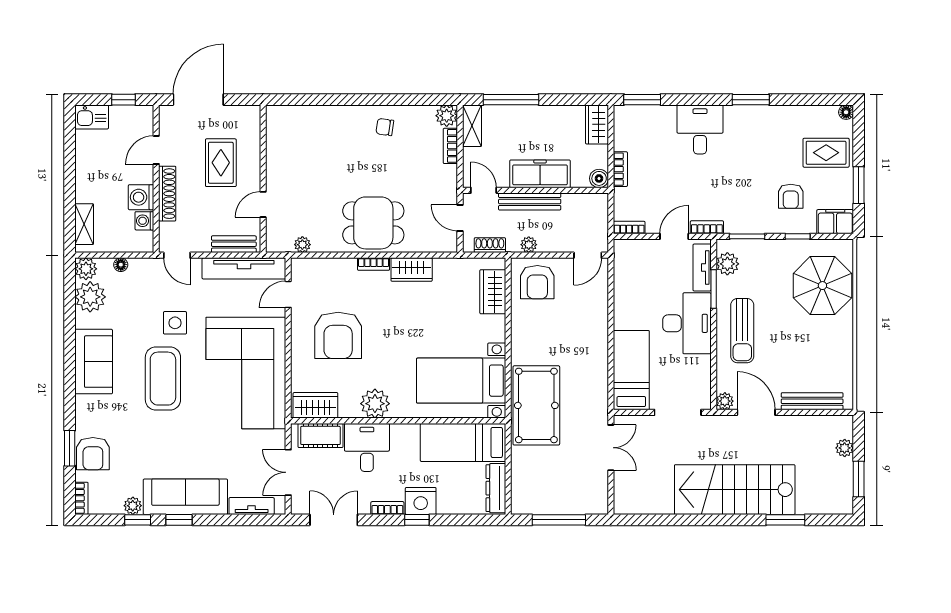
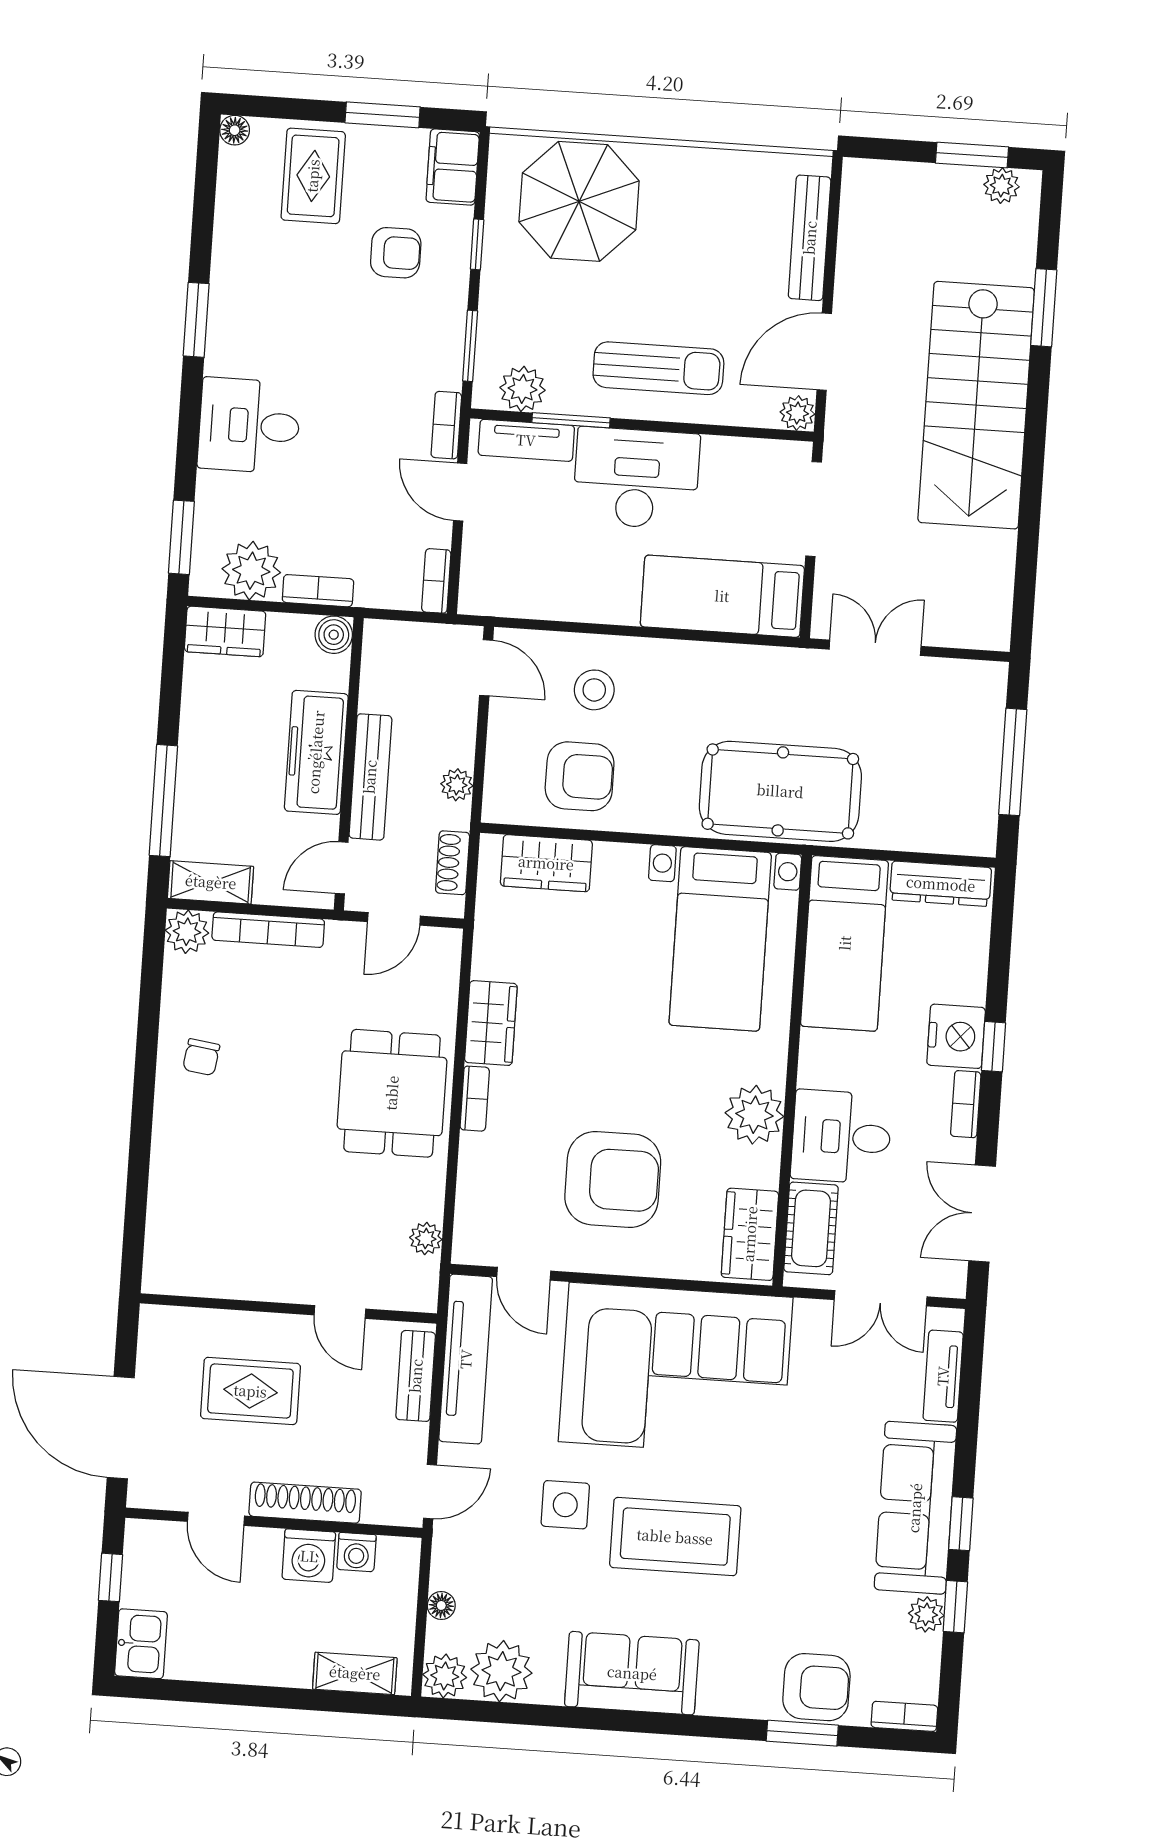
plant: (628, 135) -> (251, 571), added
bookcase: (450, 146) -> (268, 930), width x1.56
armchair: (537, 282) -> (580, 776), moved
stool: (580, 310) -> (594, 690), added
plant: (845, 448) -> (1002, 186), moved

